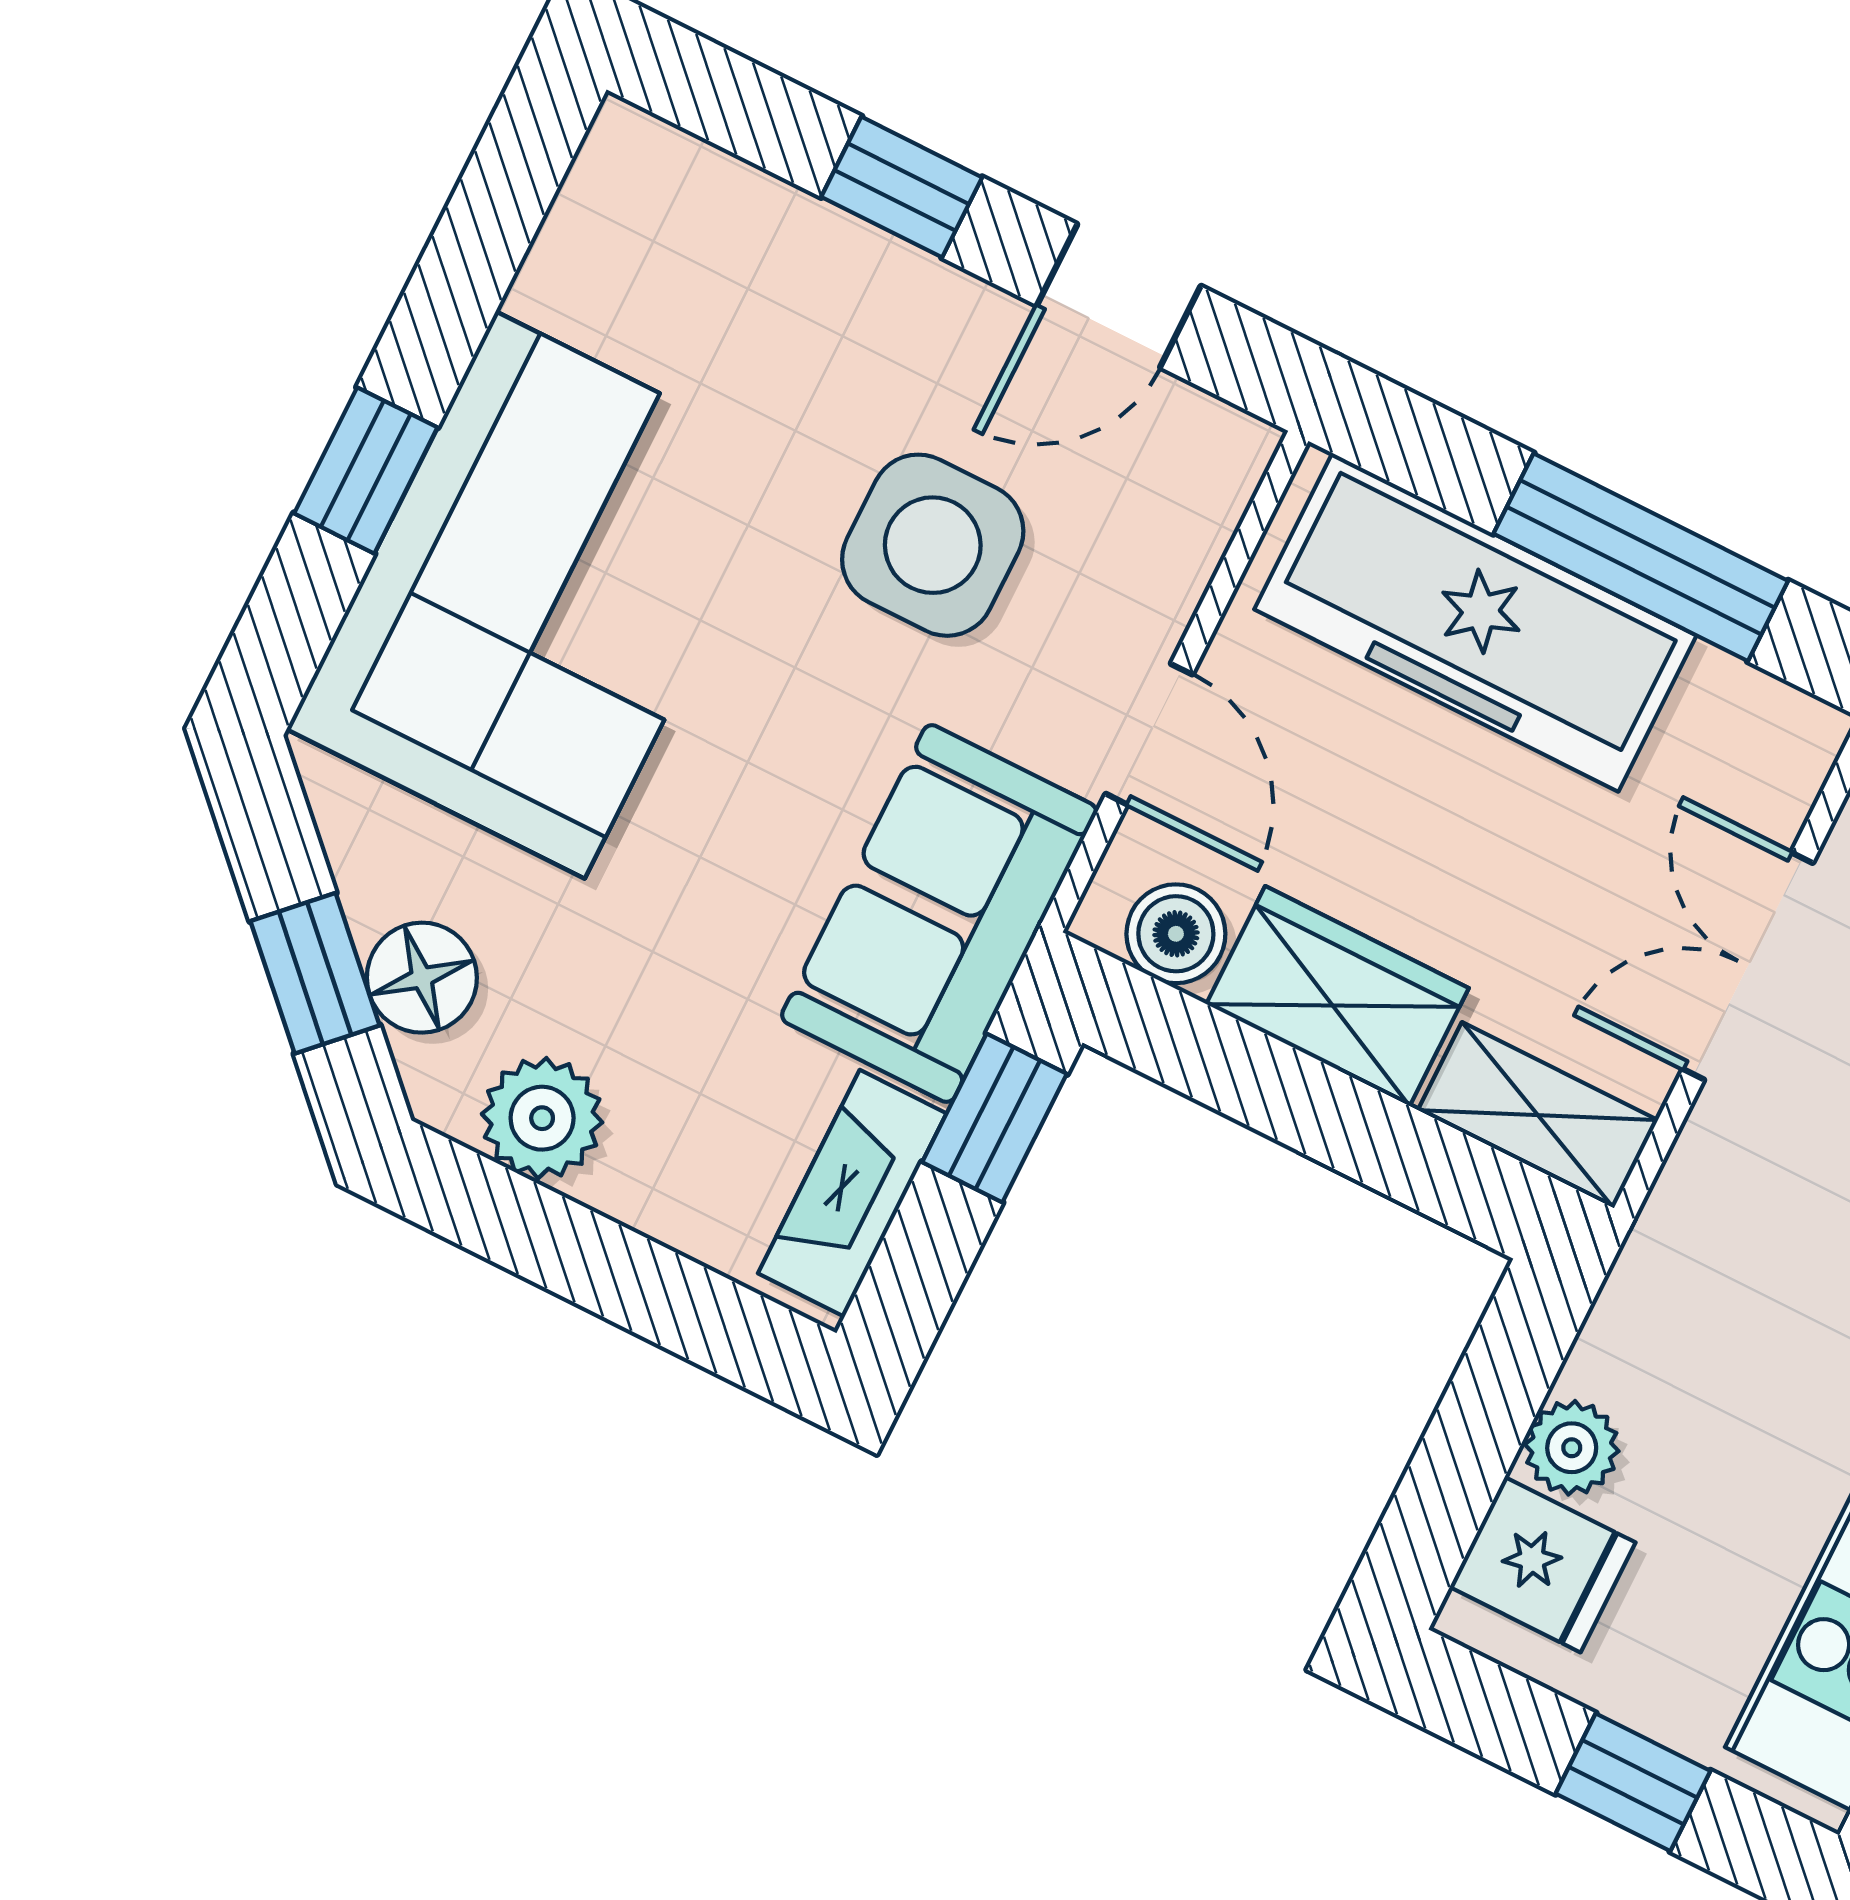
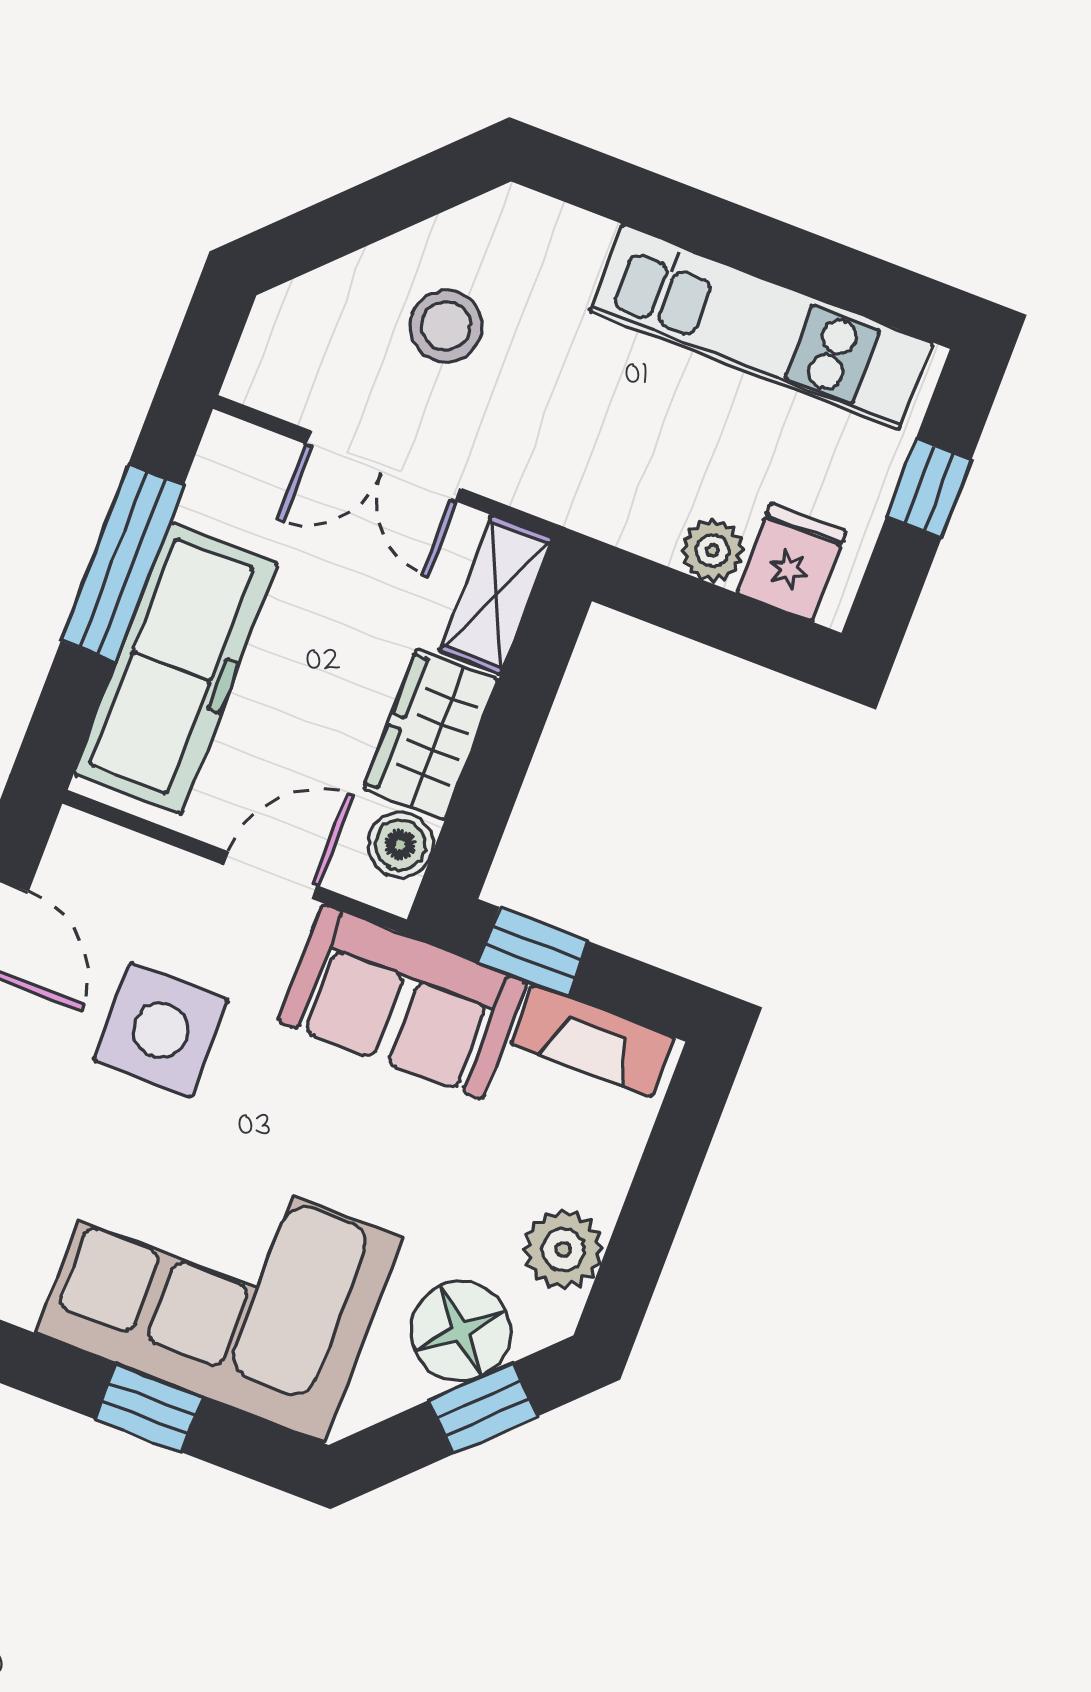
floor lamp: (422, 978) -> (461, 1331), width x1.38, depth x1.38

